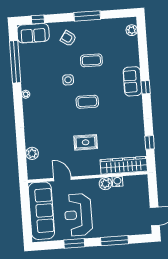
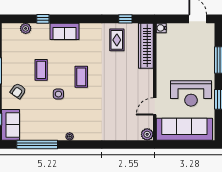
plant: (132, 30) -> (26, 28), moved
window: (146, 87) -> (43, 19), moved
rug: (86, 142) -> (117, 40), moved
plant: (32, 153) -> (147, 134), moved
water cooler: (117, 182) -> (161, 28), moved
plant: (105, 184) -> (162, 65), removed

